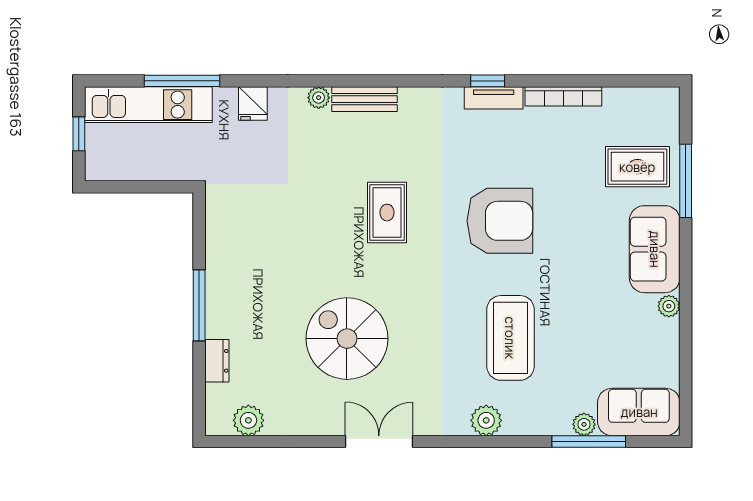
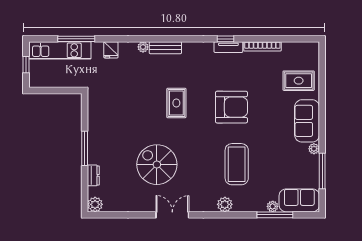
window: (686, 181) -> (322, 171), moved
plant: (248, 420) -> (95, 204), moved

